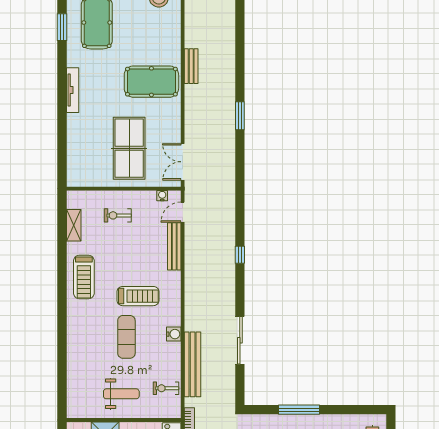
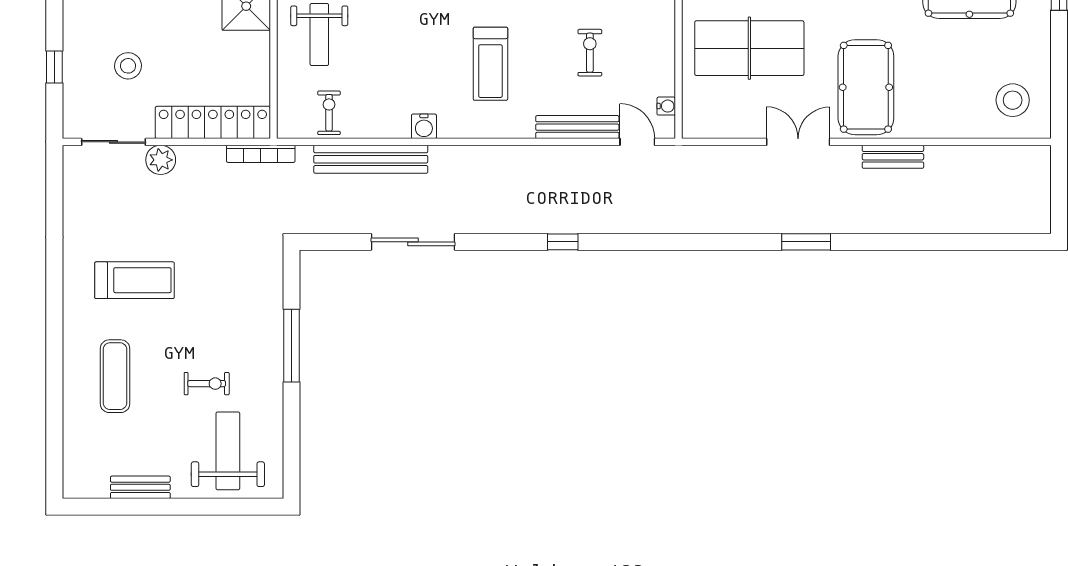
double door: (183, 162) -> (798, 142), moved
exercise bike: (118, 215) -> (590, 53), moved
exercise mat: (126, 337) -> (419, 44), removed

